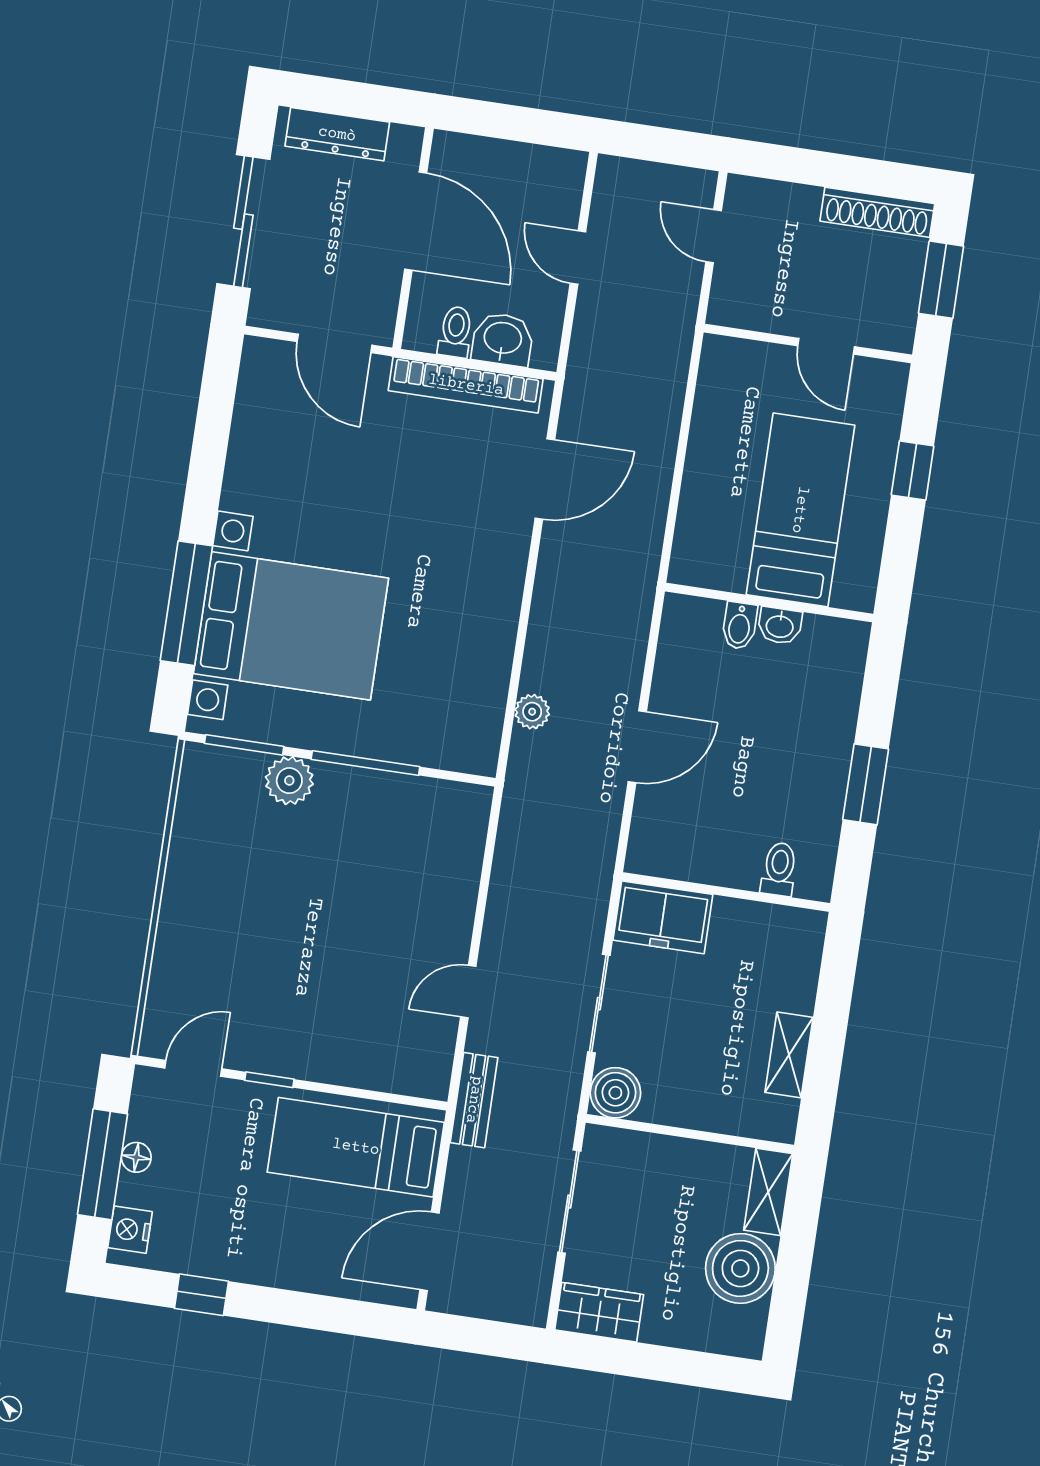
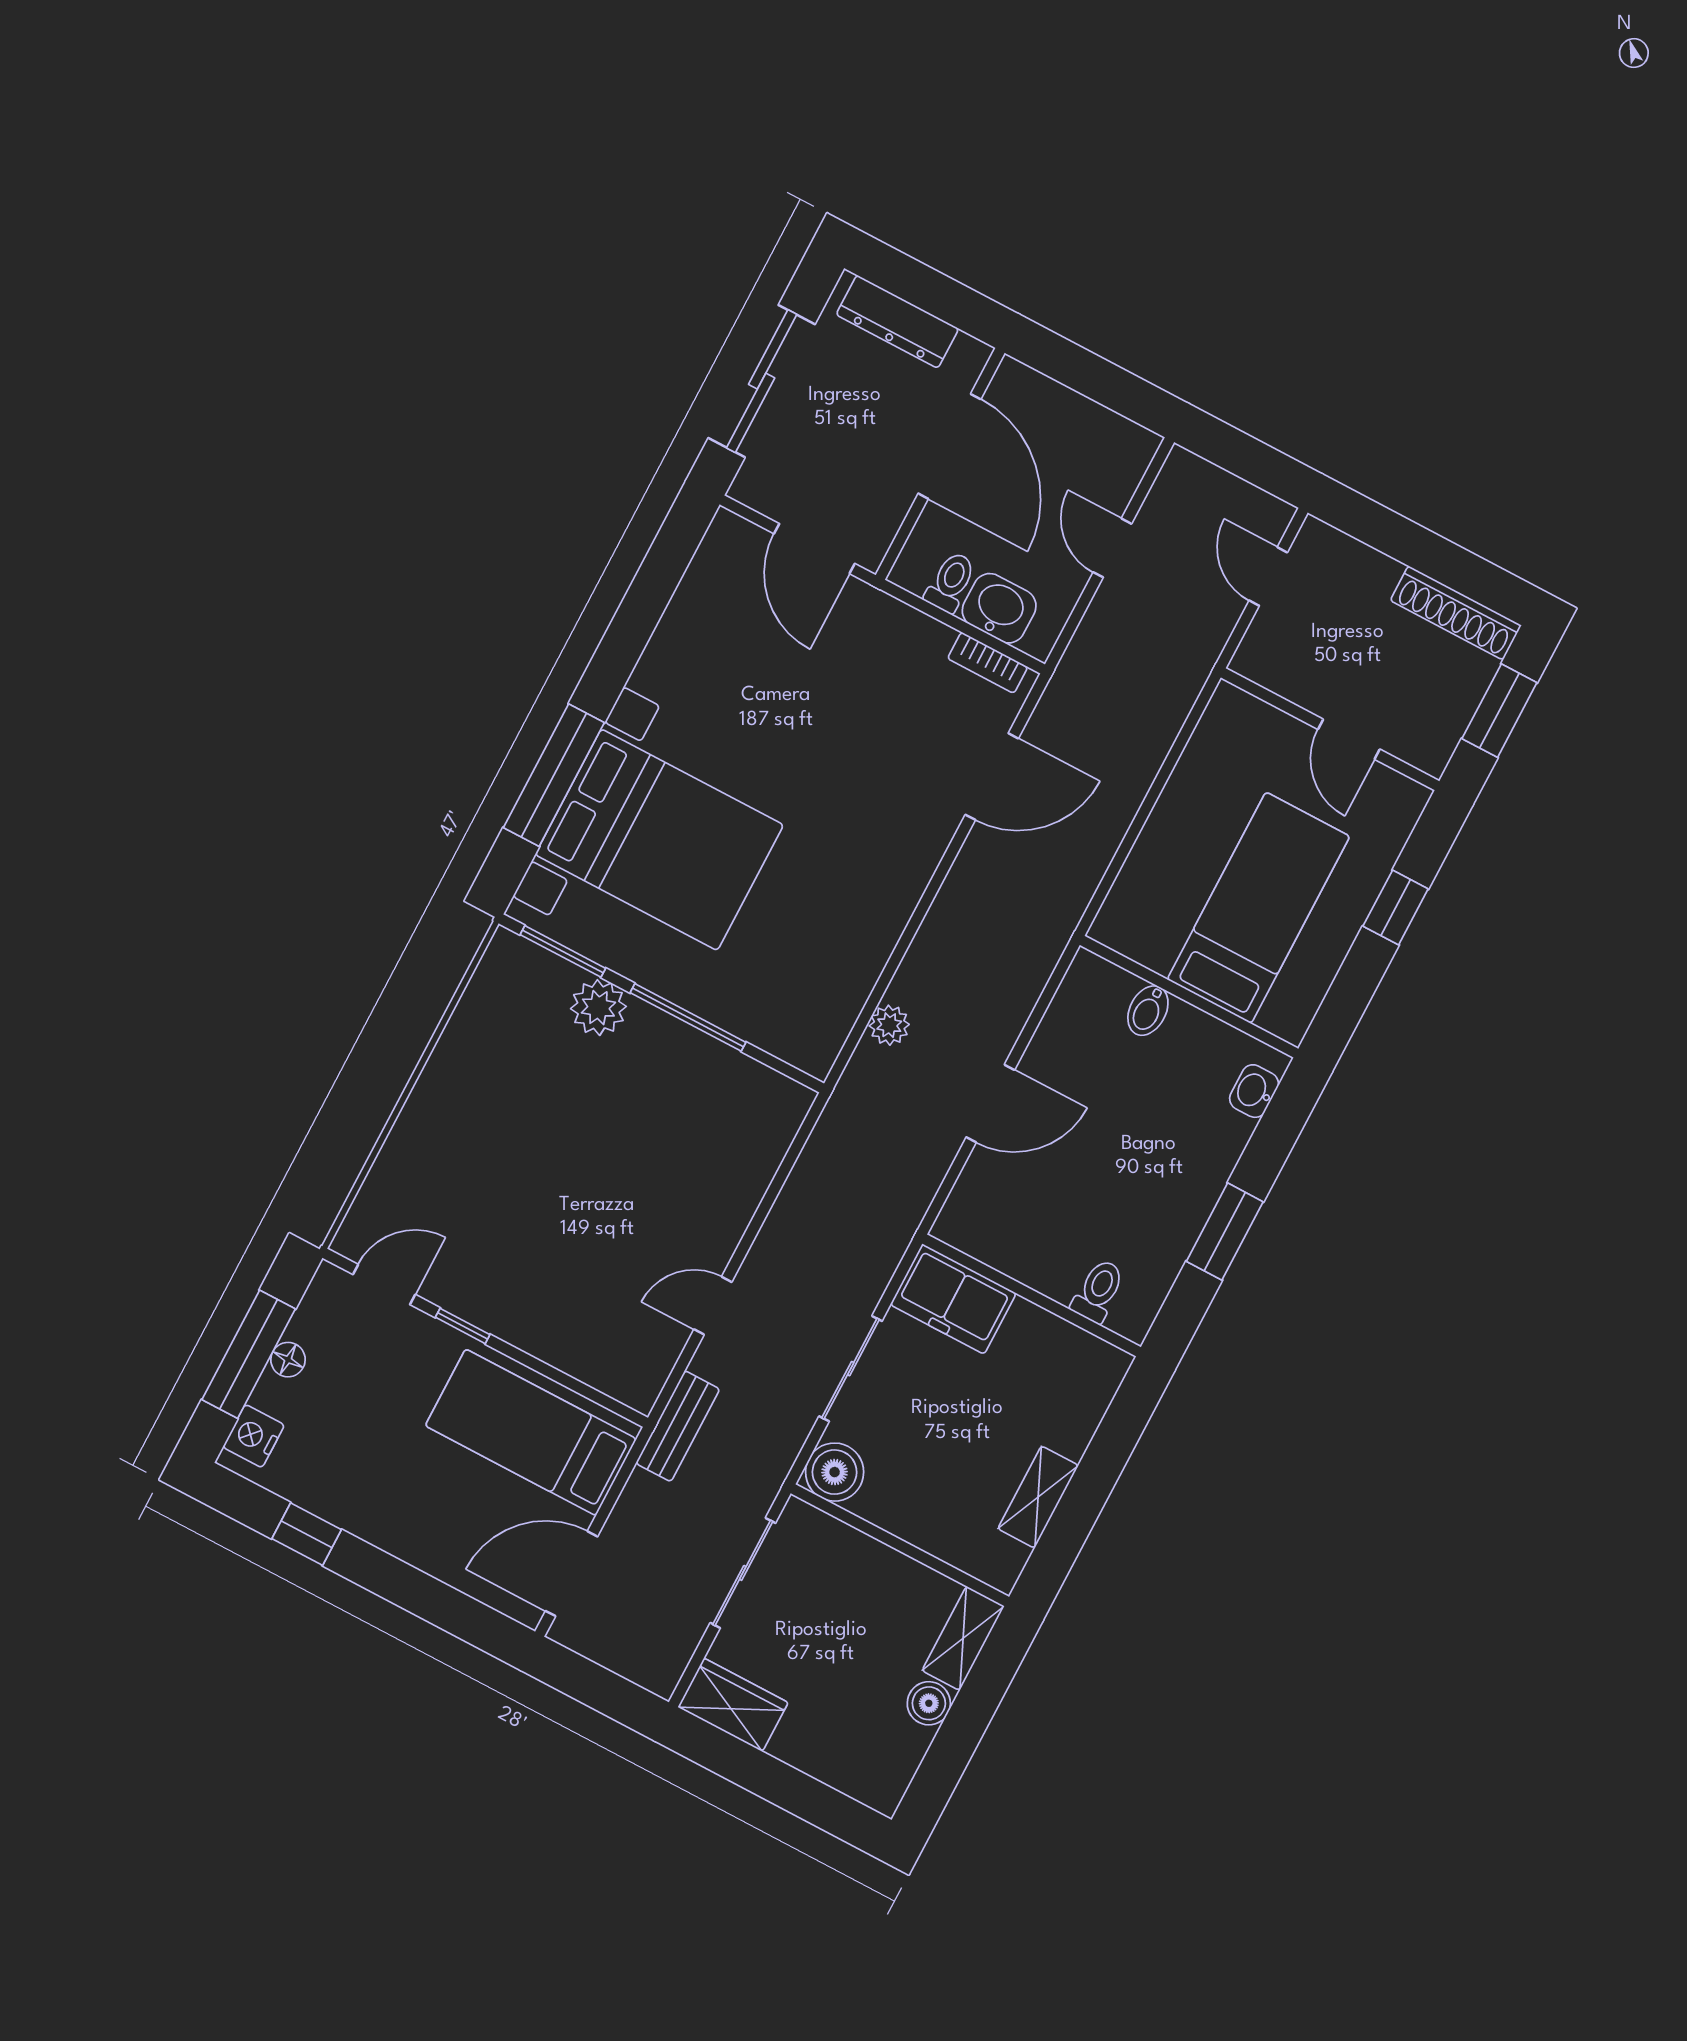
bookcase: (466, 385) -> (988, 663), width x0.43, depth x0.76
washbasin: (780, 626) -> (1254, 1091), moved, turned 90
boiler: (740, 1268) -> (929, 1703), width x0.54, depth x0.54

